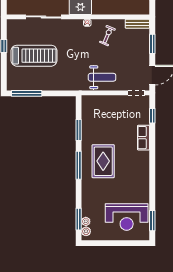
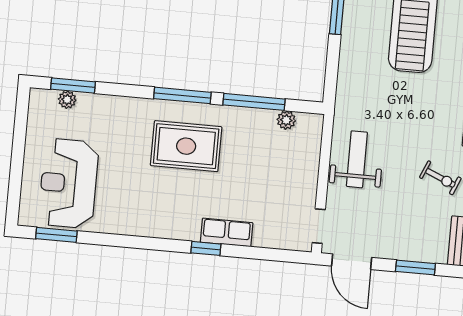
weight bench: (102, 77) -> (357, 159), turned 180
window: (152, 116) -> (206, 248), moved
window: (79, 130) -> (254, 102), width x1.44
plant: (86, 231) -> (286, 120), moved

